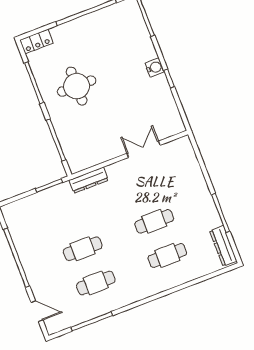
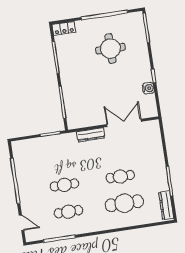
water cooler: (155, 68) -> (148, 88), moved
round table: (77, 86) -> (110, 49), moved
double door: (144, 149) -> (124, 123), width x1.37
dresser: (89, 180) -> (91, 135), moved
cafe table: (167, 255) -> (124, 203), width x1.37, depth x1.35

